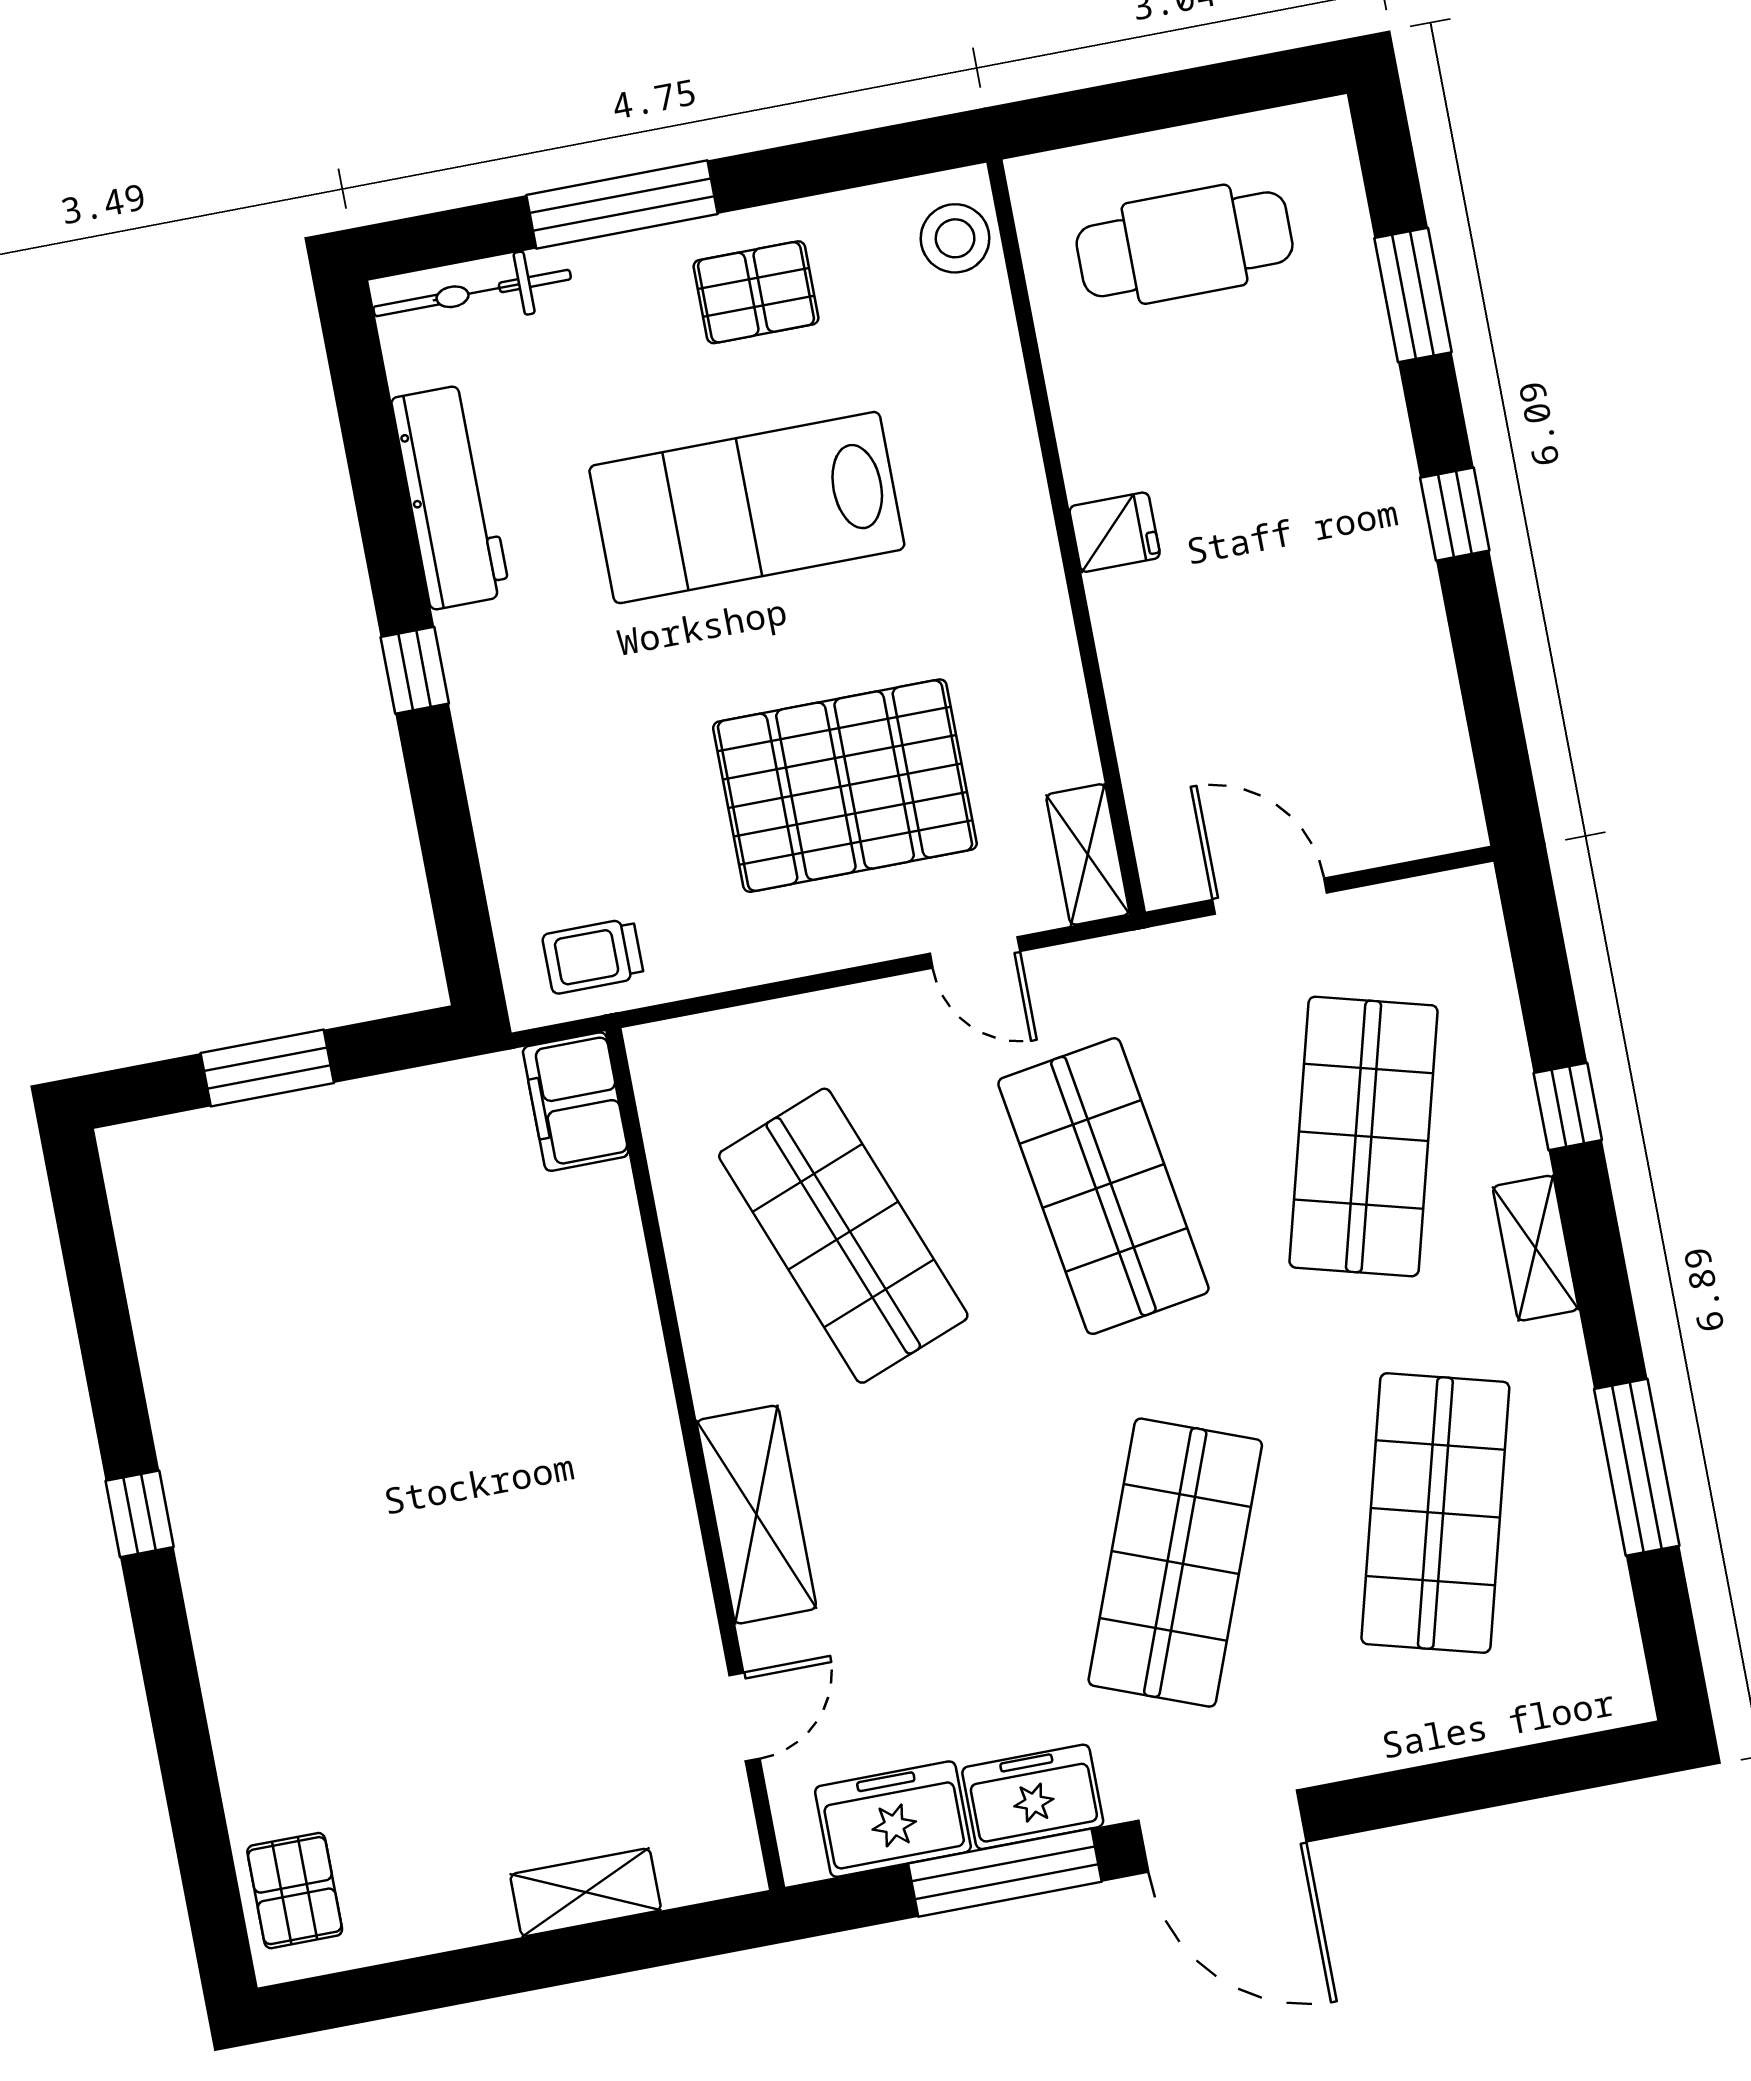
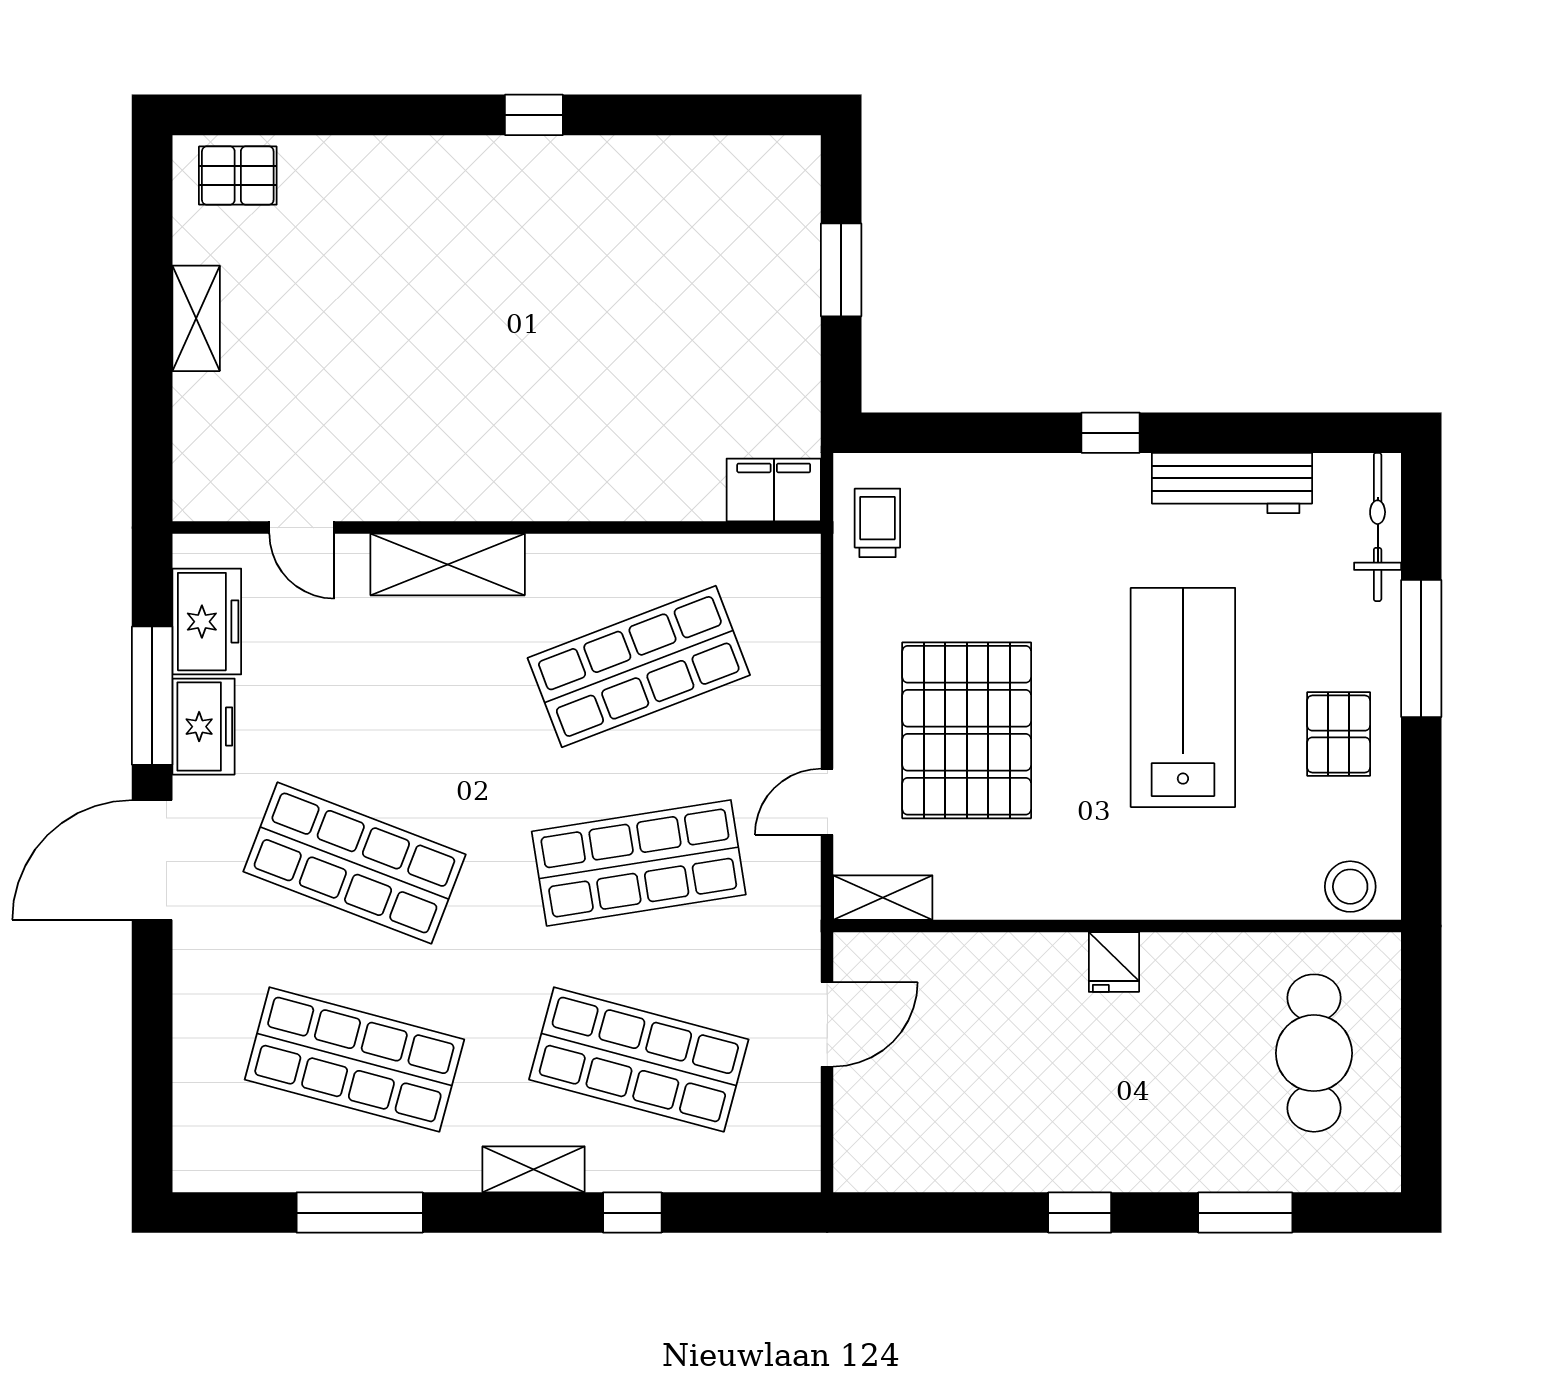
shelving: (586, 1892) -> (196, 318), moved

